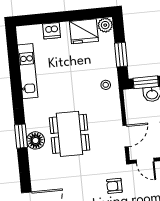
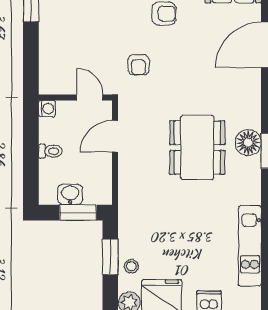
stool: (106, 85) -> (131, 266), moved
armchair: (114, 186) -> (139, 65), turned 90

